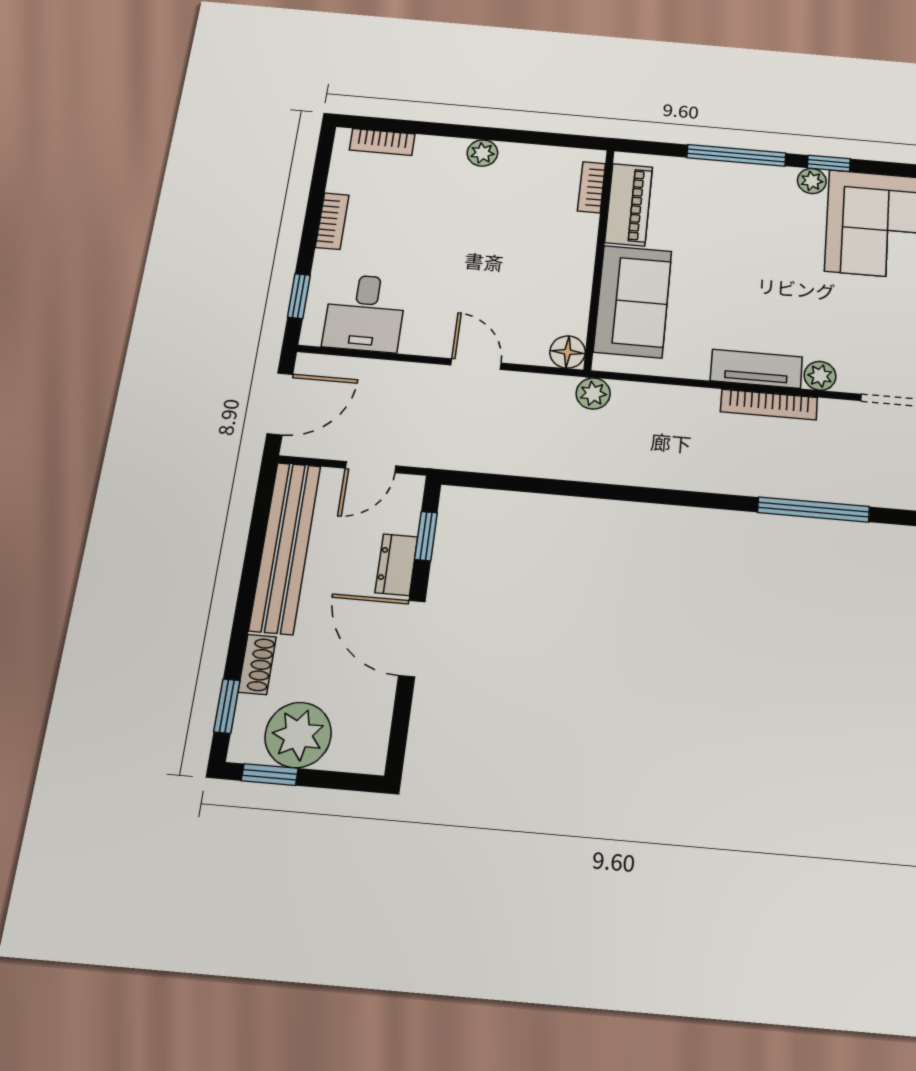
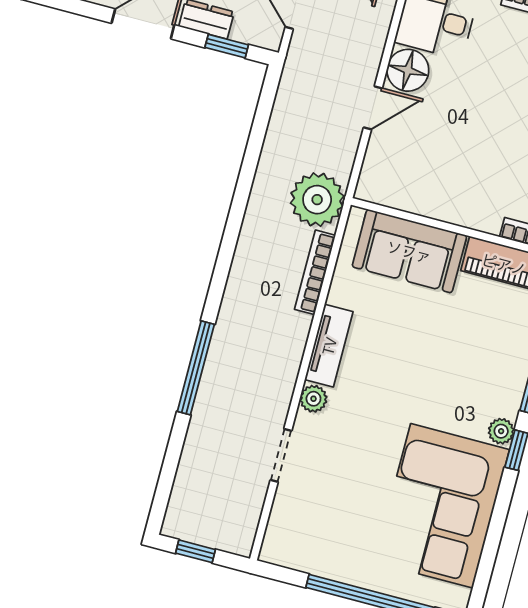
floor lamp: (568, 352) -> (408, 70), moved, width x1.38, depth x1.38
plant: (593, 394) -> (317, 200), width x1.88, depth x1.88
bookcase: (769, 405) -> (315, 272), moved

